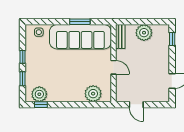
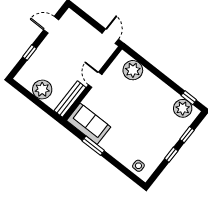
sofa: (80, 37) -> (89, 124), width x0.54, depth x0.79
bench: (120, 37) -> (70, 99), width x1.36
window: (172, 39) -> (29, 53), moved
door: (136, 105) -> (110, 36), moved

